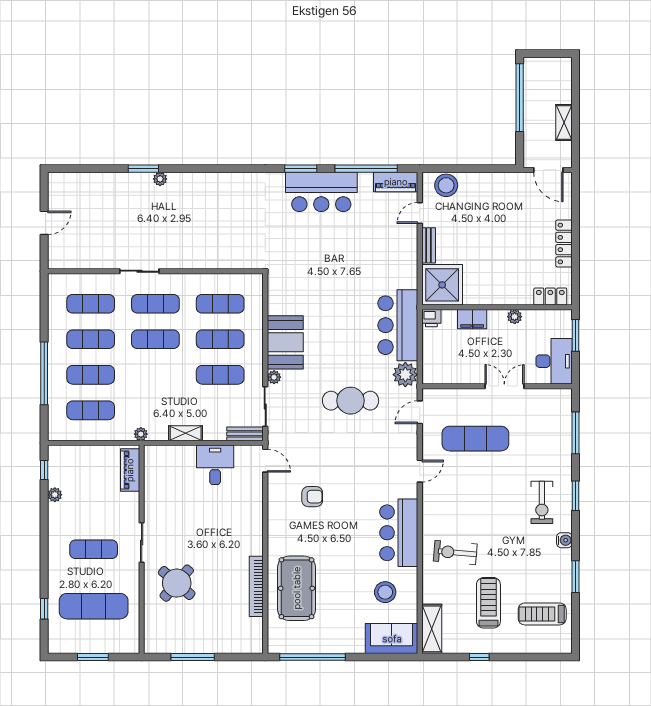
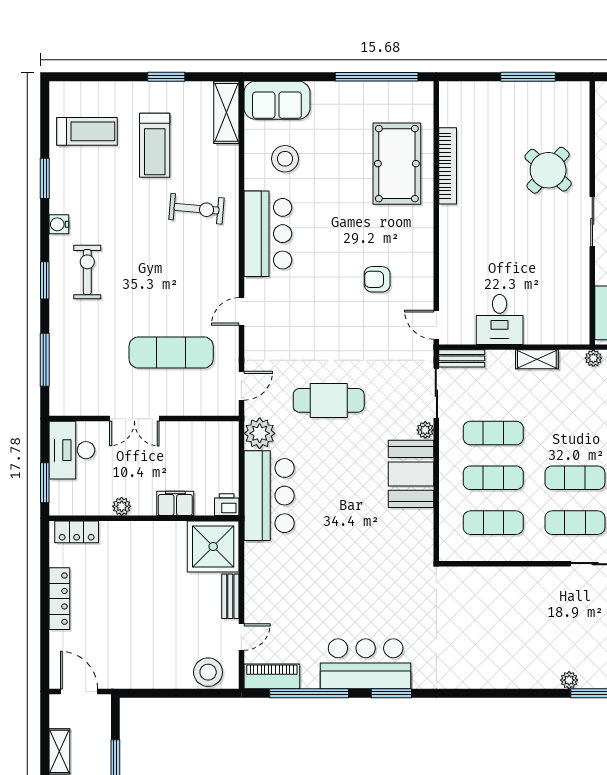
window: (479, 657) -> (166, 77), width x1.50

